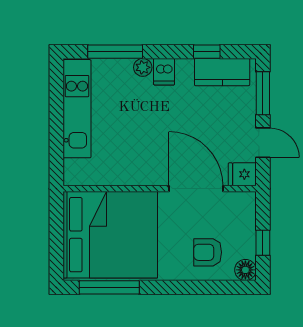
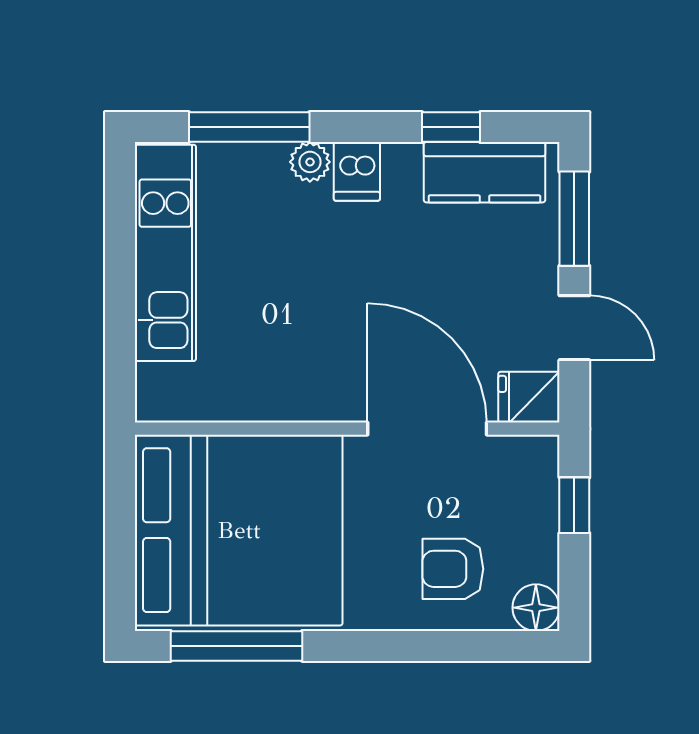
window: (263, 243) -> (574, 505), moved

